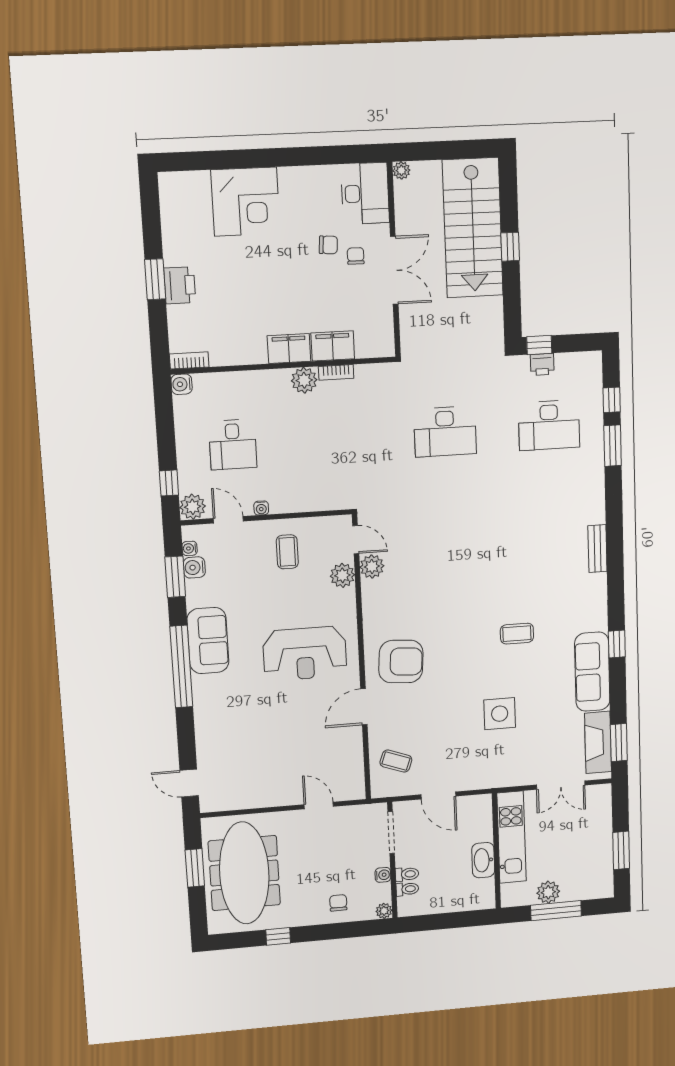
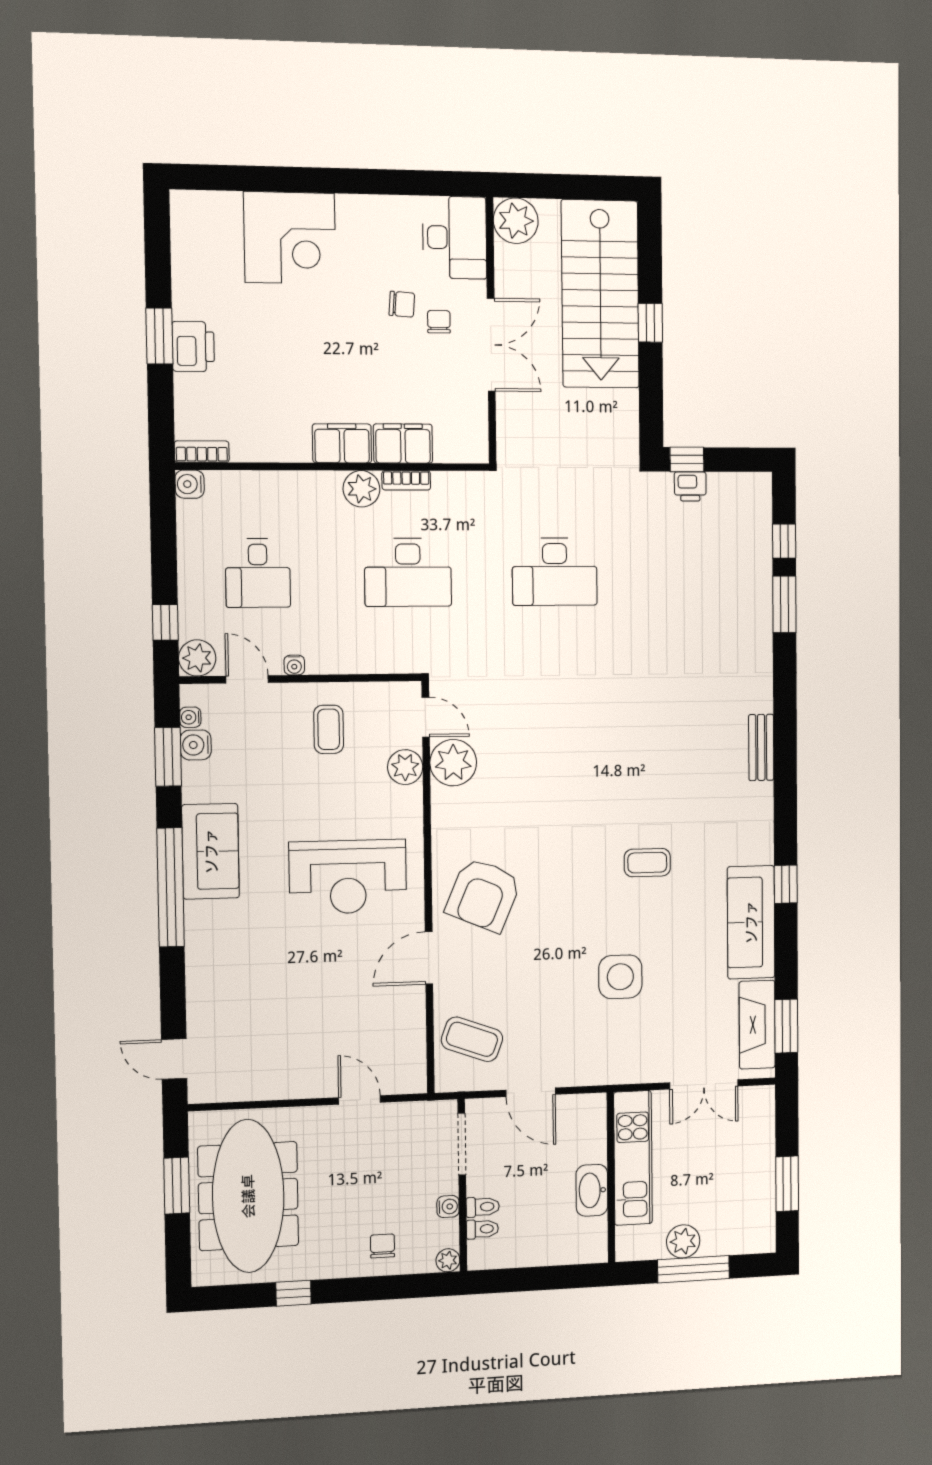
plant: (401, 170) -> (516, 221), width x1.88, depth x1.88
desk: (549, 425) -> (408, 572), moved
plant: (372, 567) -> (453, 763), width x1.36, depth x1.36
armchair: (401, 662) -> (483, 895), turned 109
coffee table: (396, 761) -> (472, 1039), width x1.36, depth x1.30

